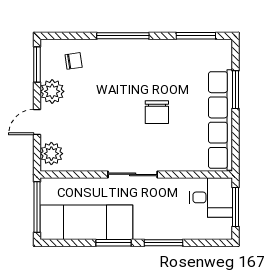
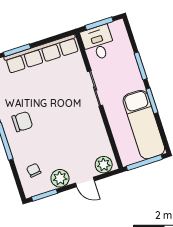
chair: (157, 112) -> (22, 122), moved
sliding door: (133, 174) -> (95, 88), moved

